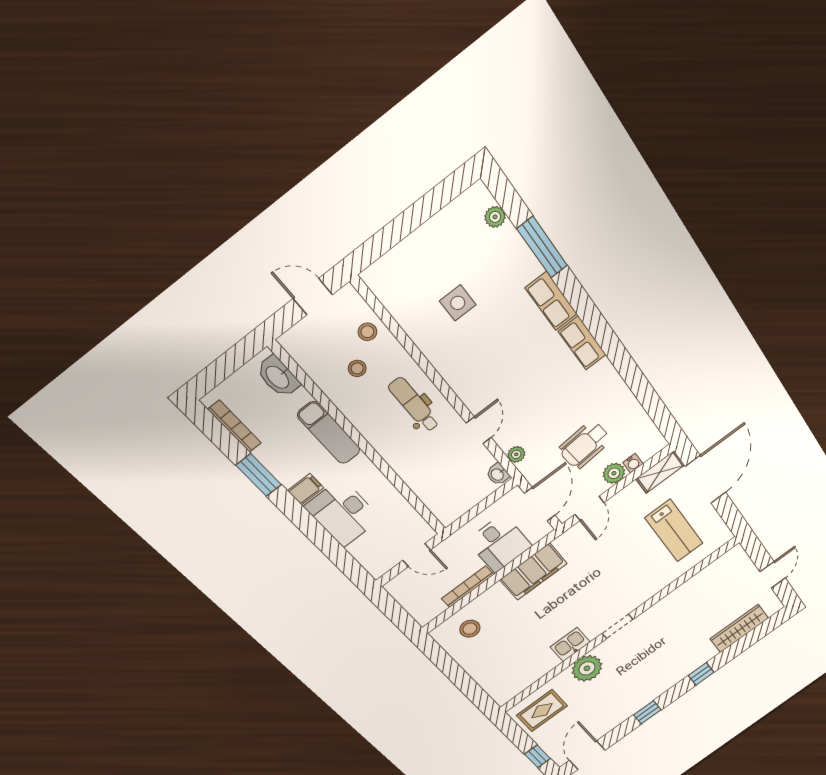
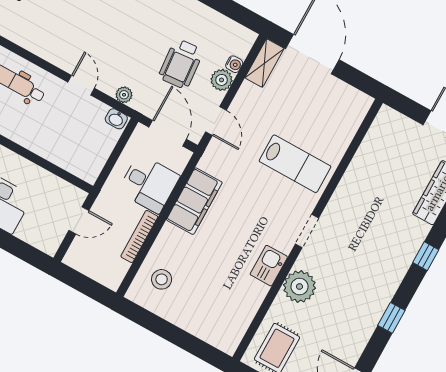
lab bench: (674, 531) -> (295, 164), moved

